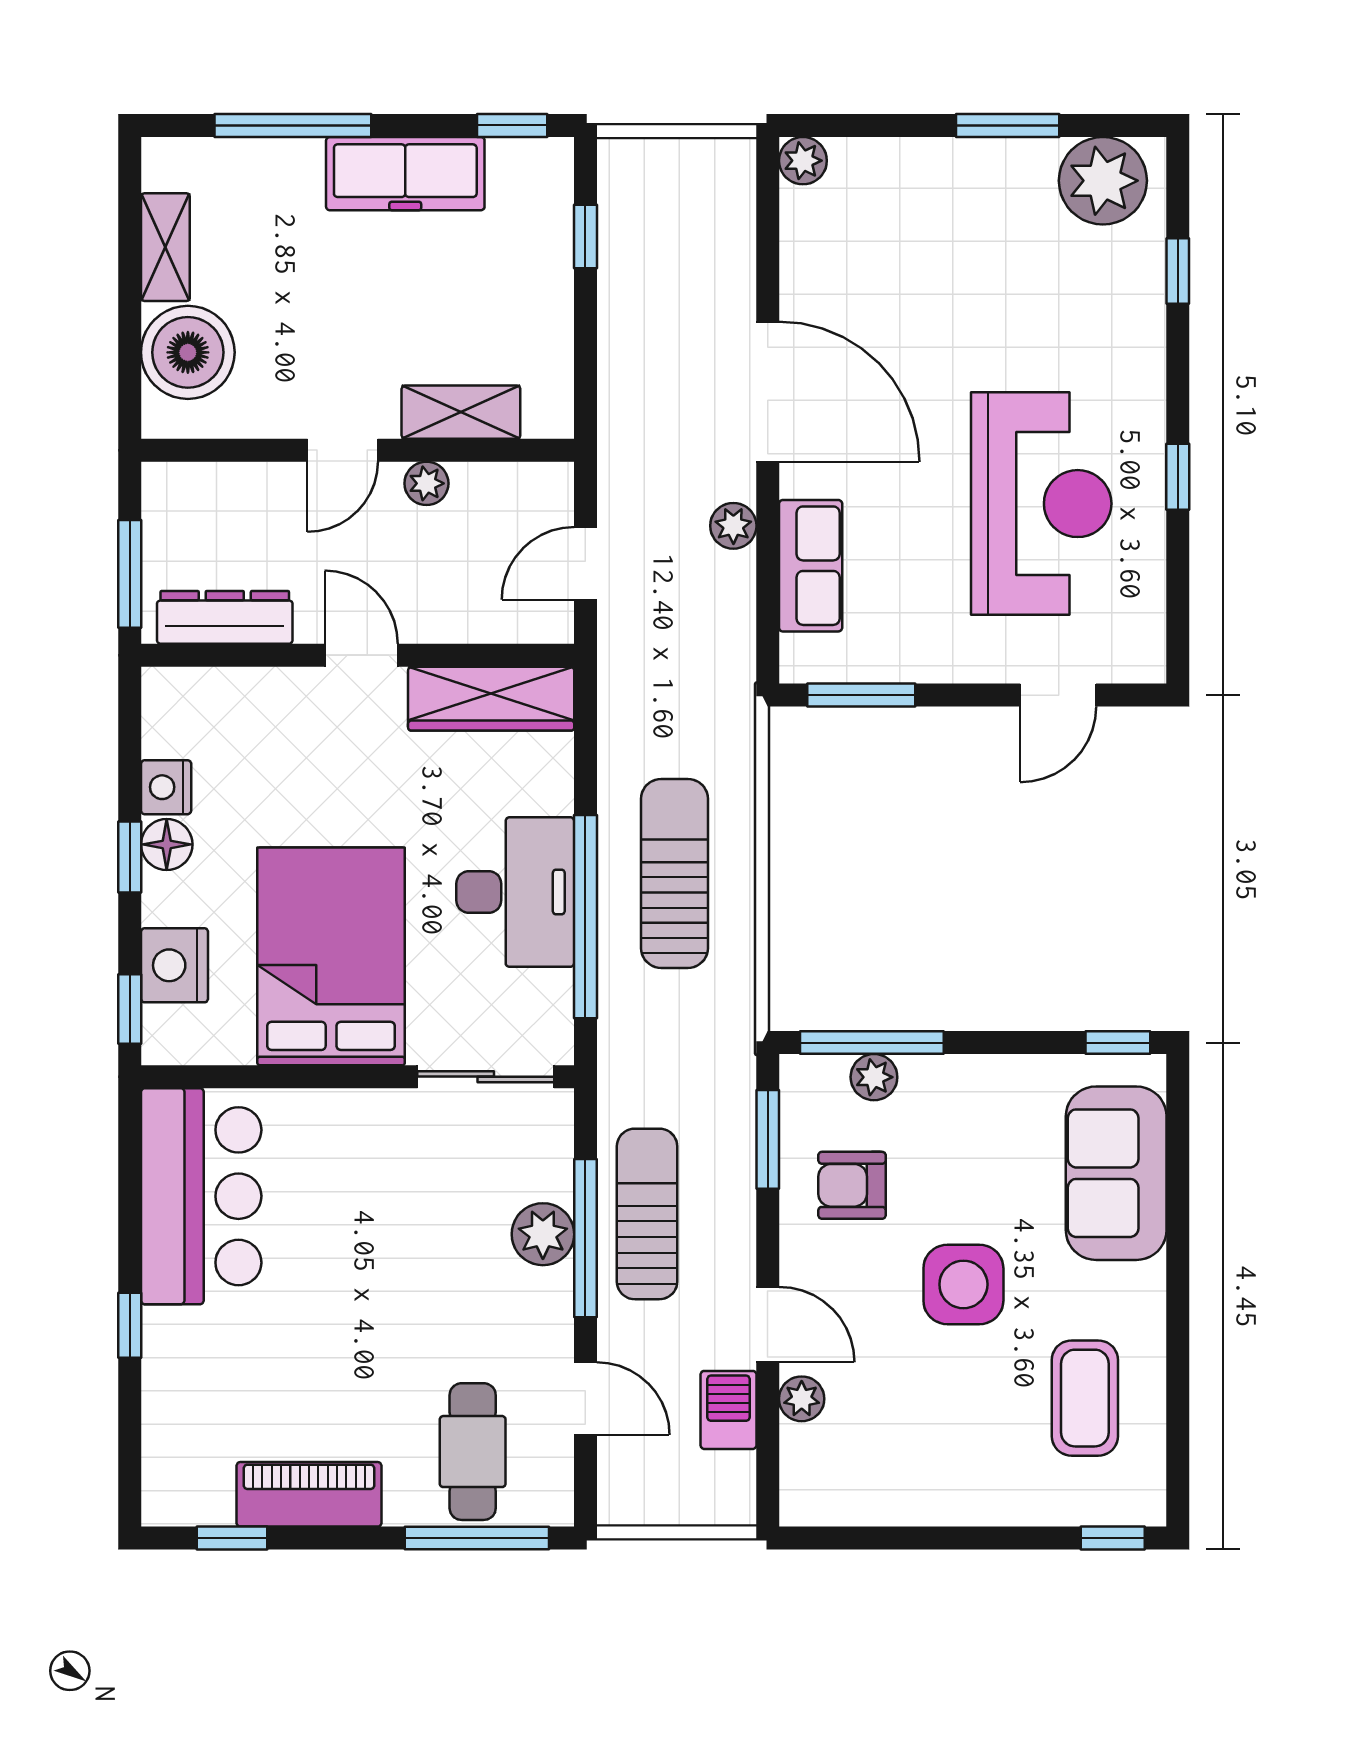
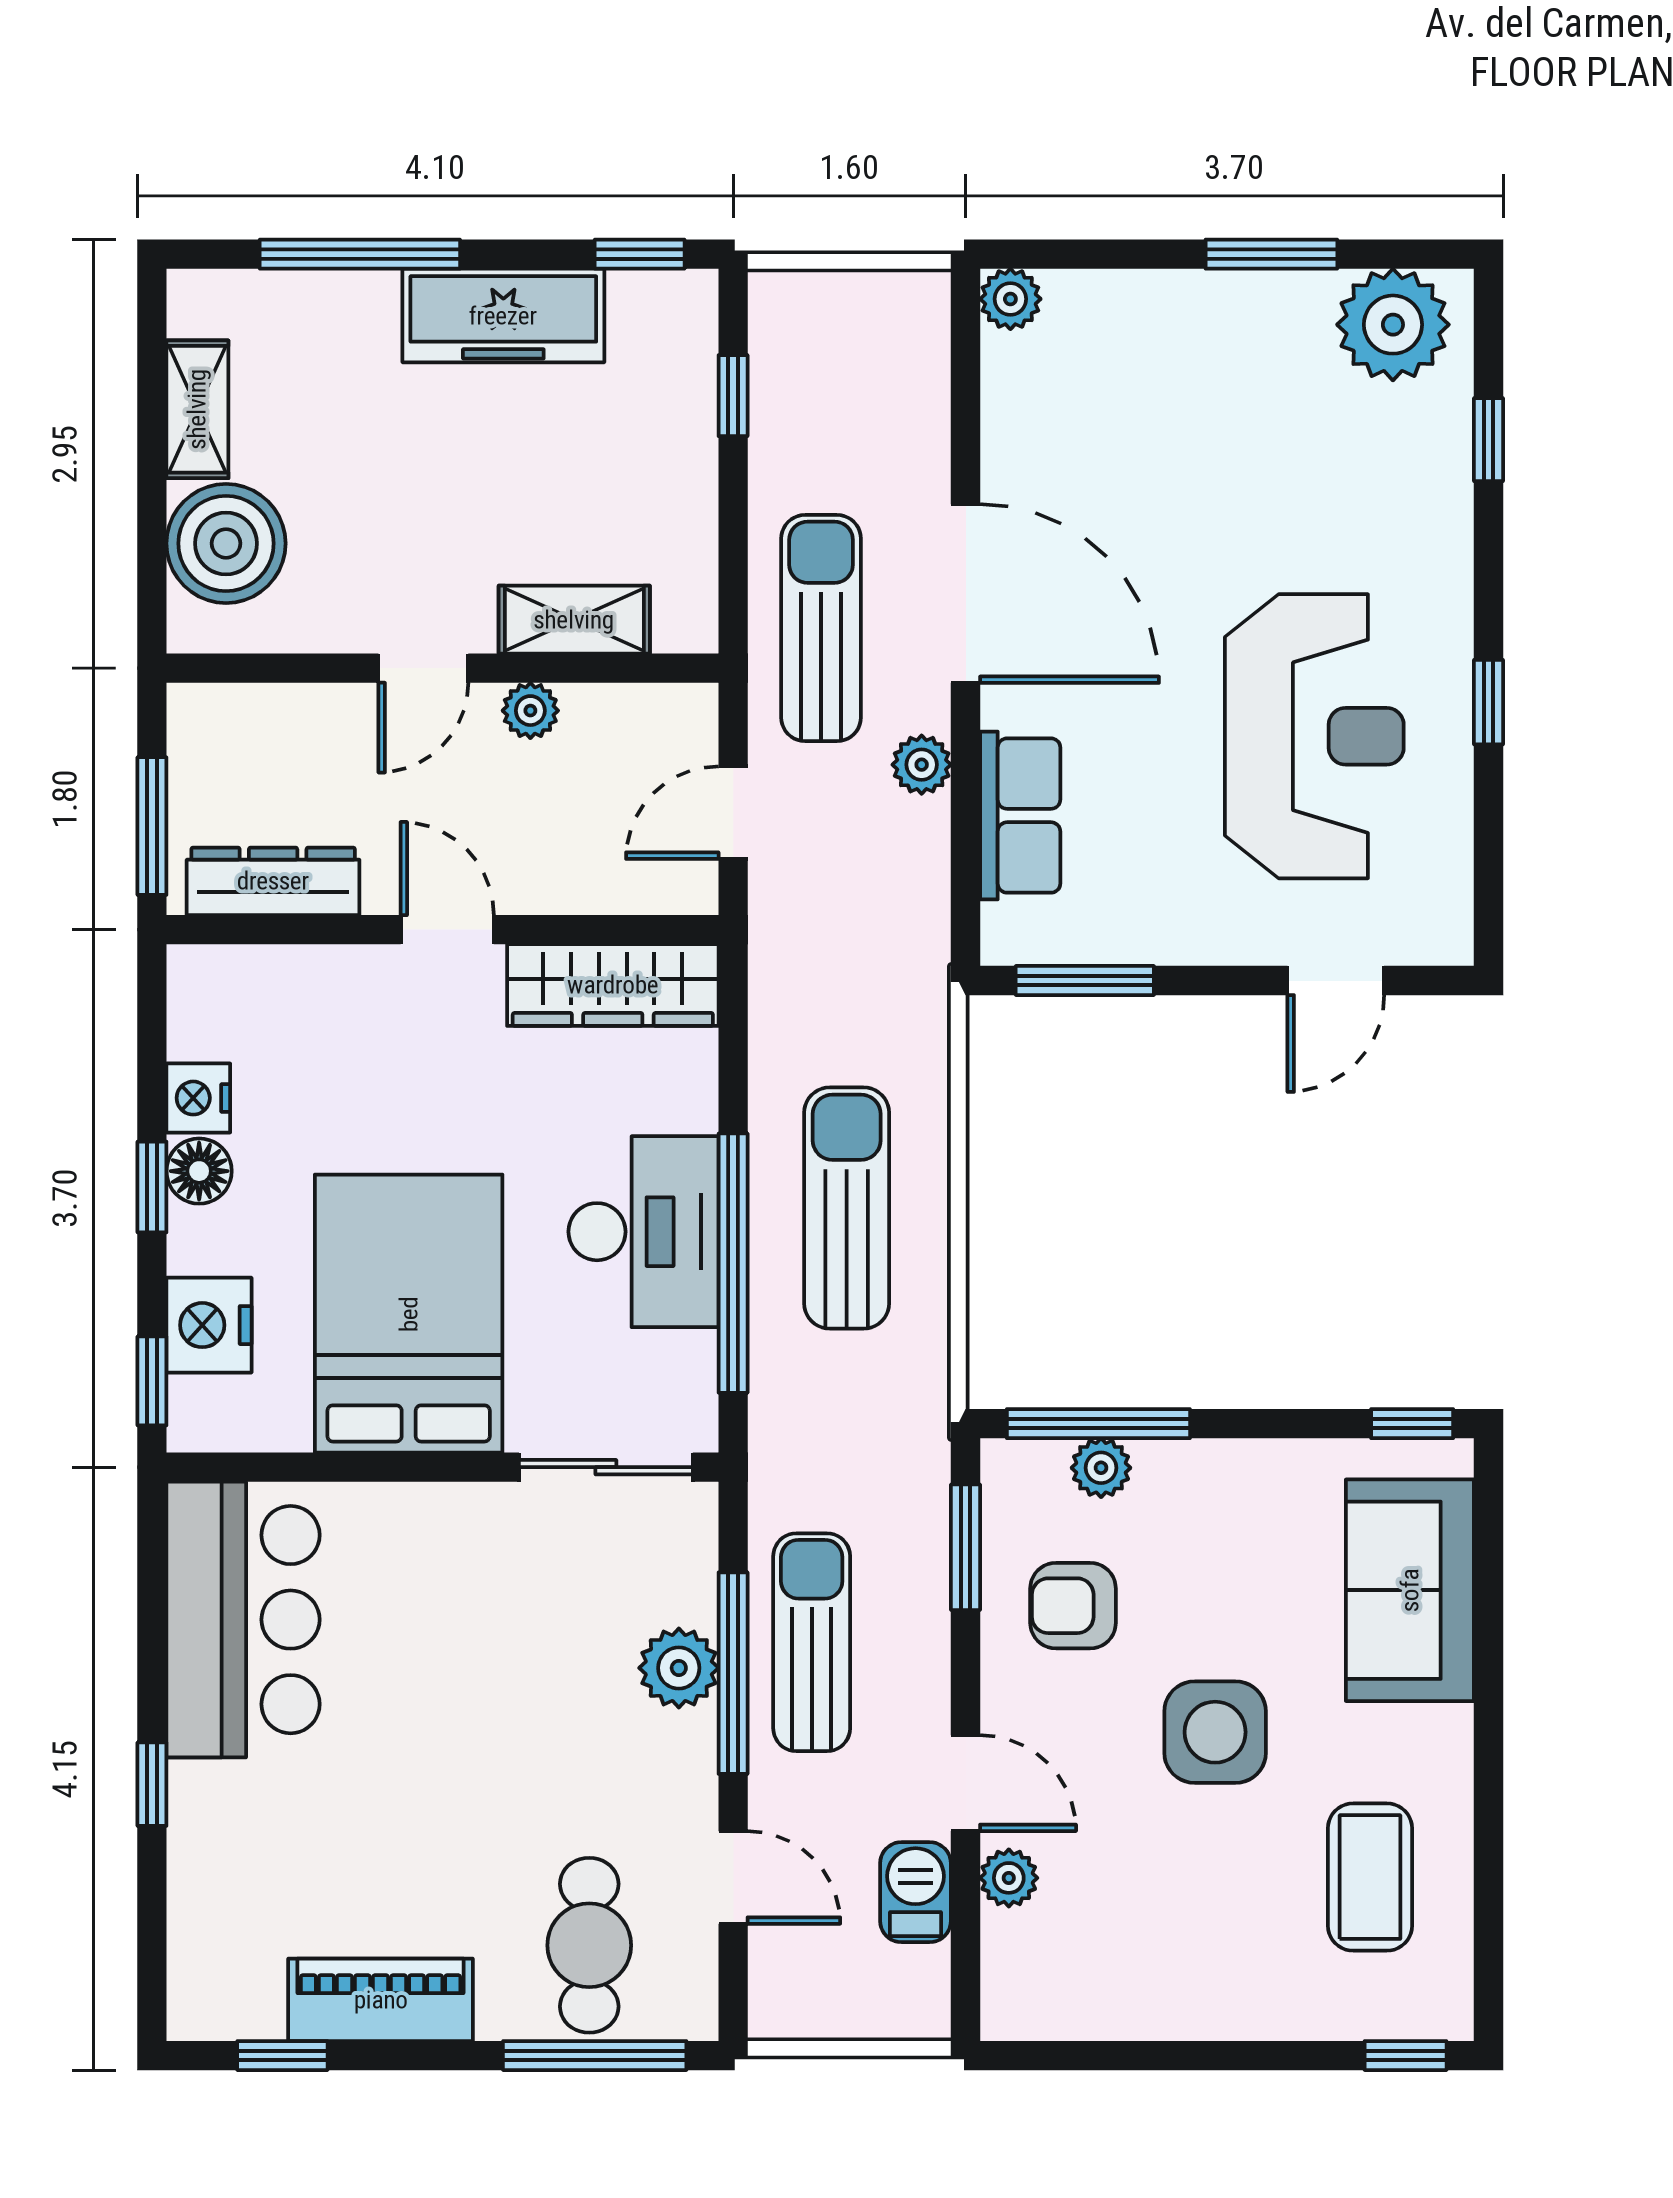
sun lounger: (654, 419) -> (821, 628), added

